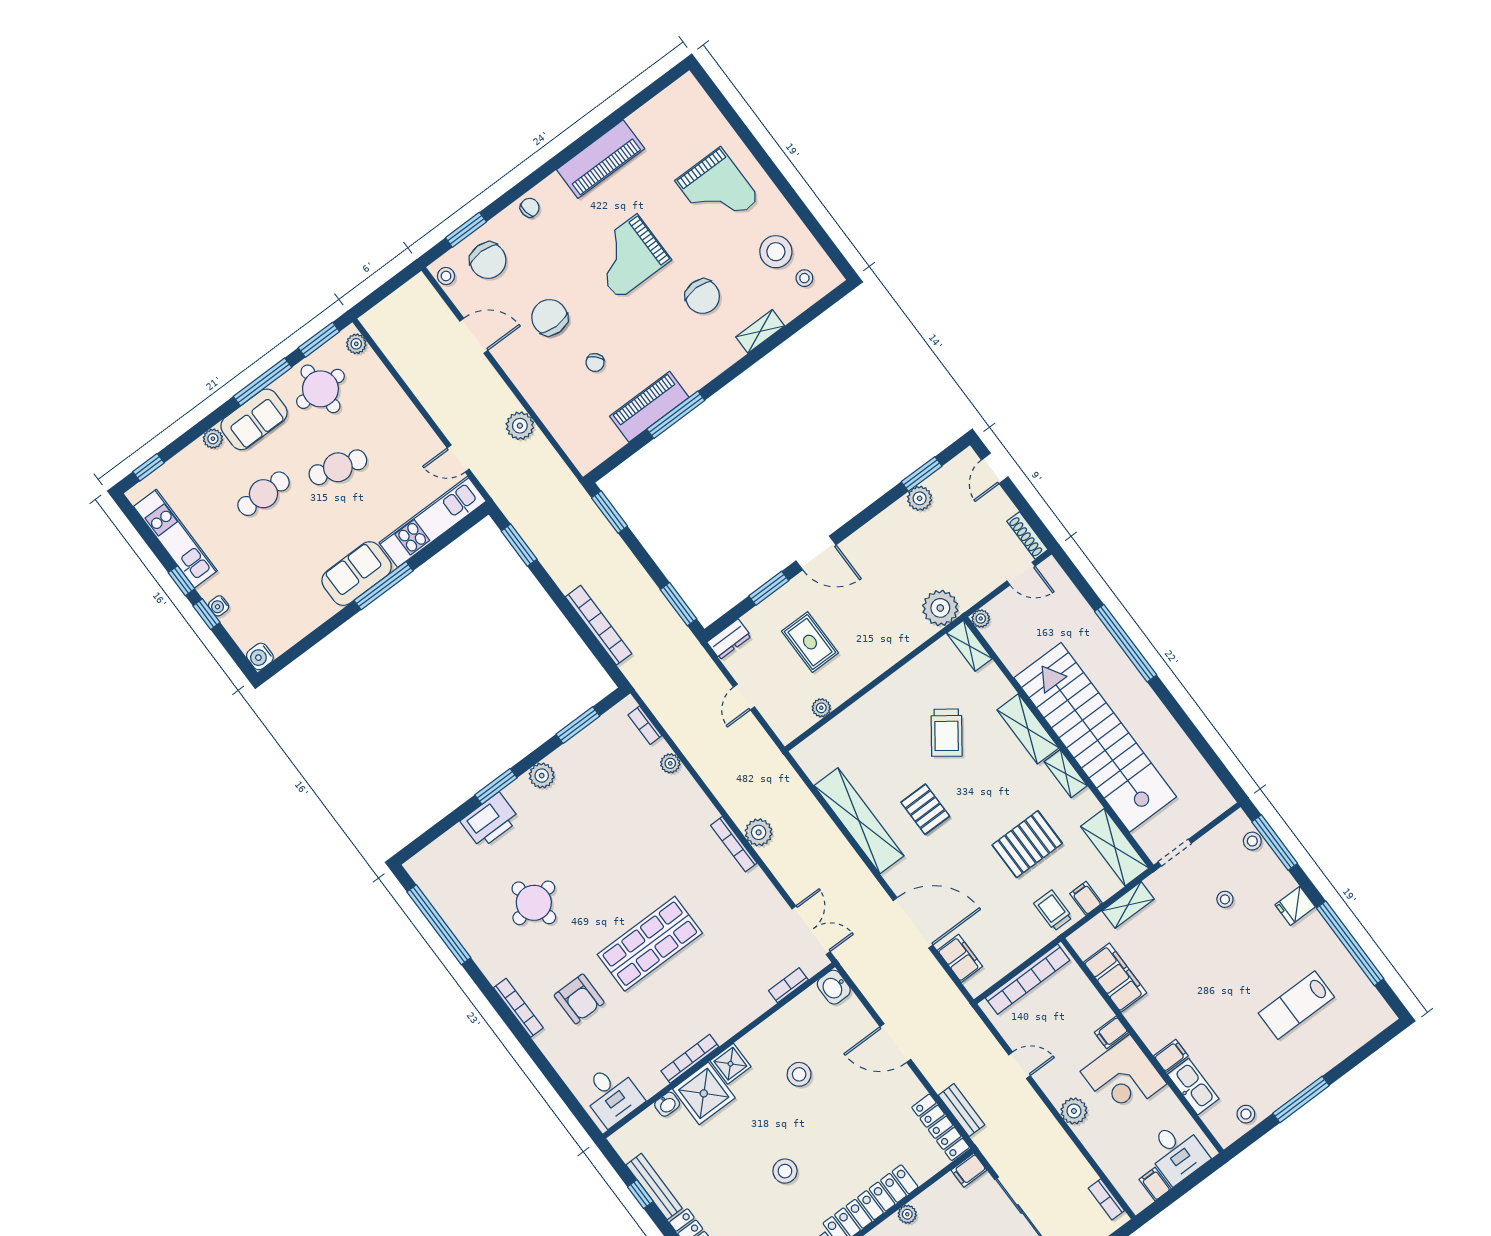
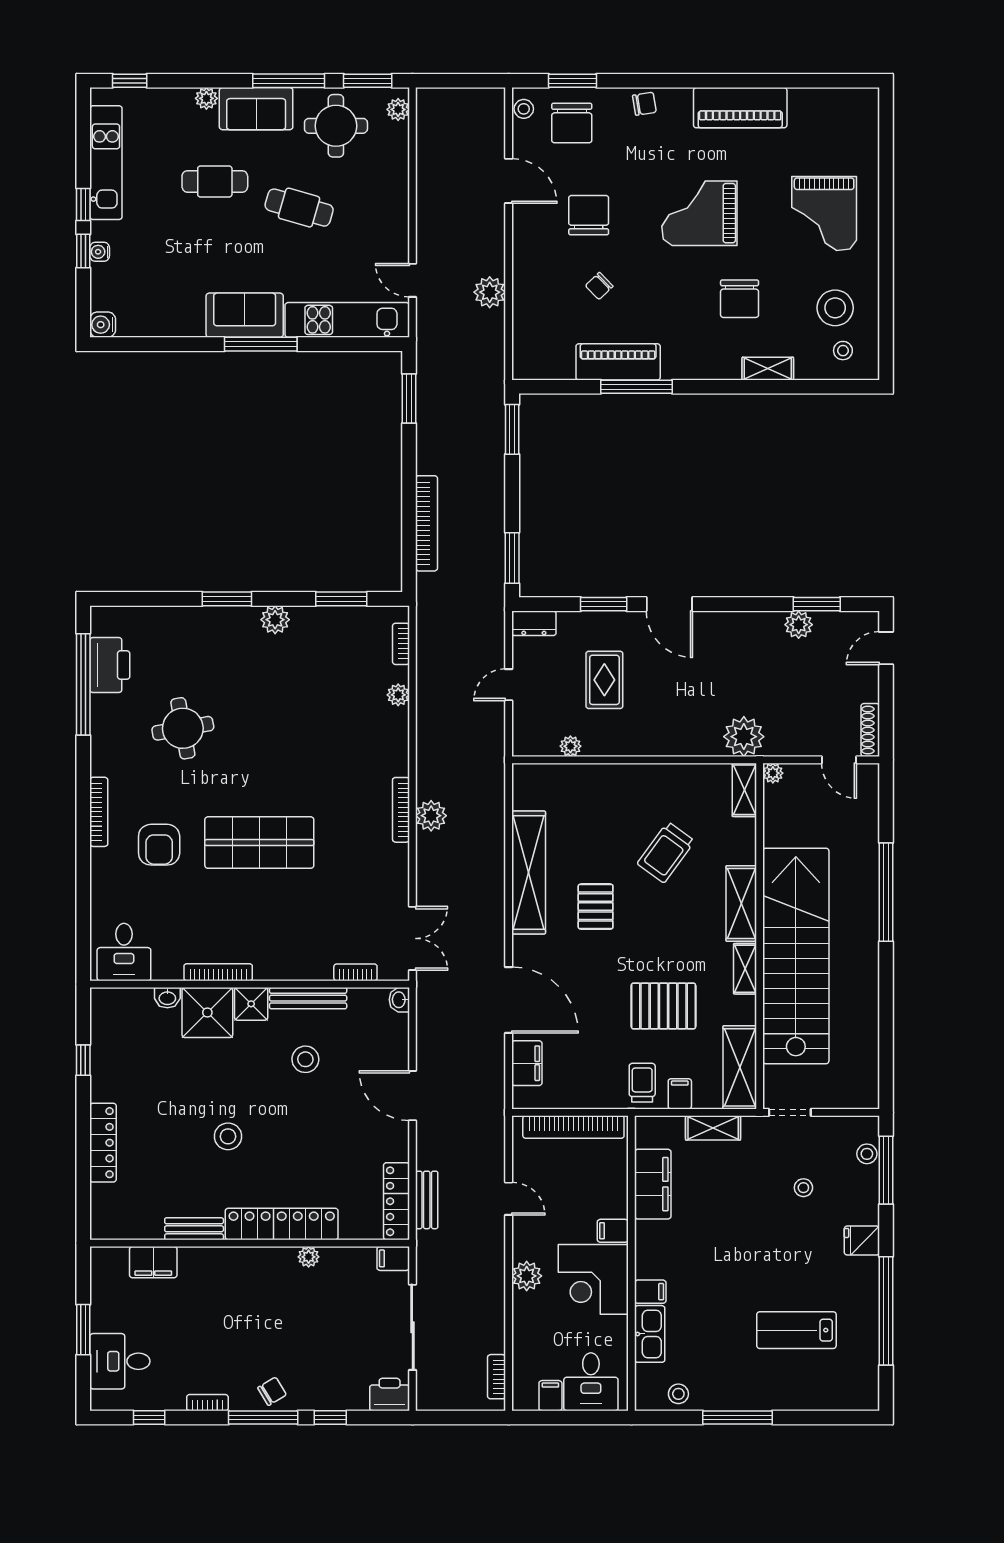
printer: (490, 821) -> (110, 665), moved, turned -90
washbasin: (834, 987) -> (399, 1000), width x0.72, depth x0.69
bench: (654, 1187) -> (308, 998), moved, turned 90

